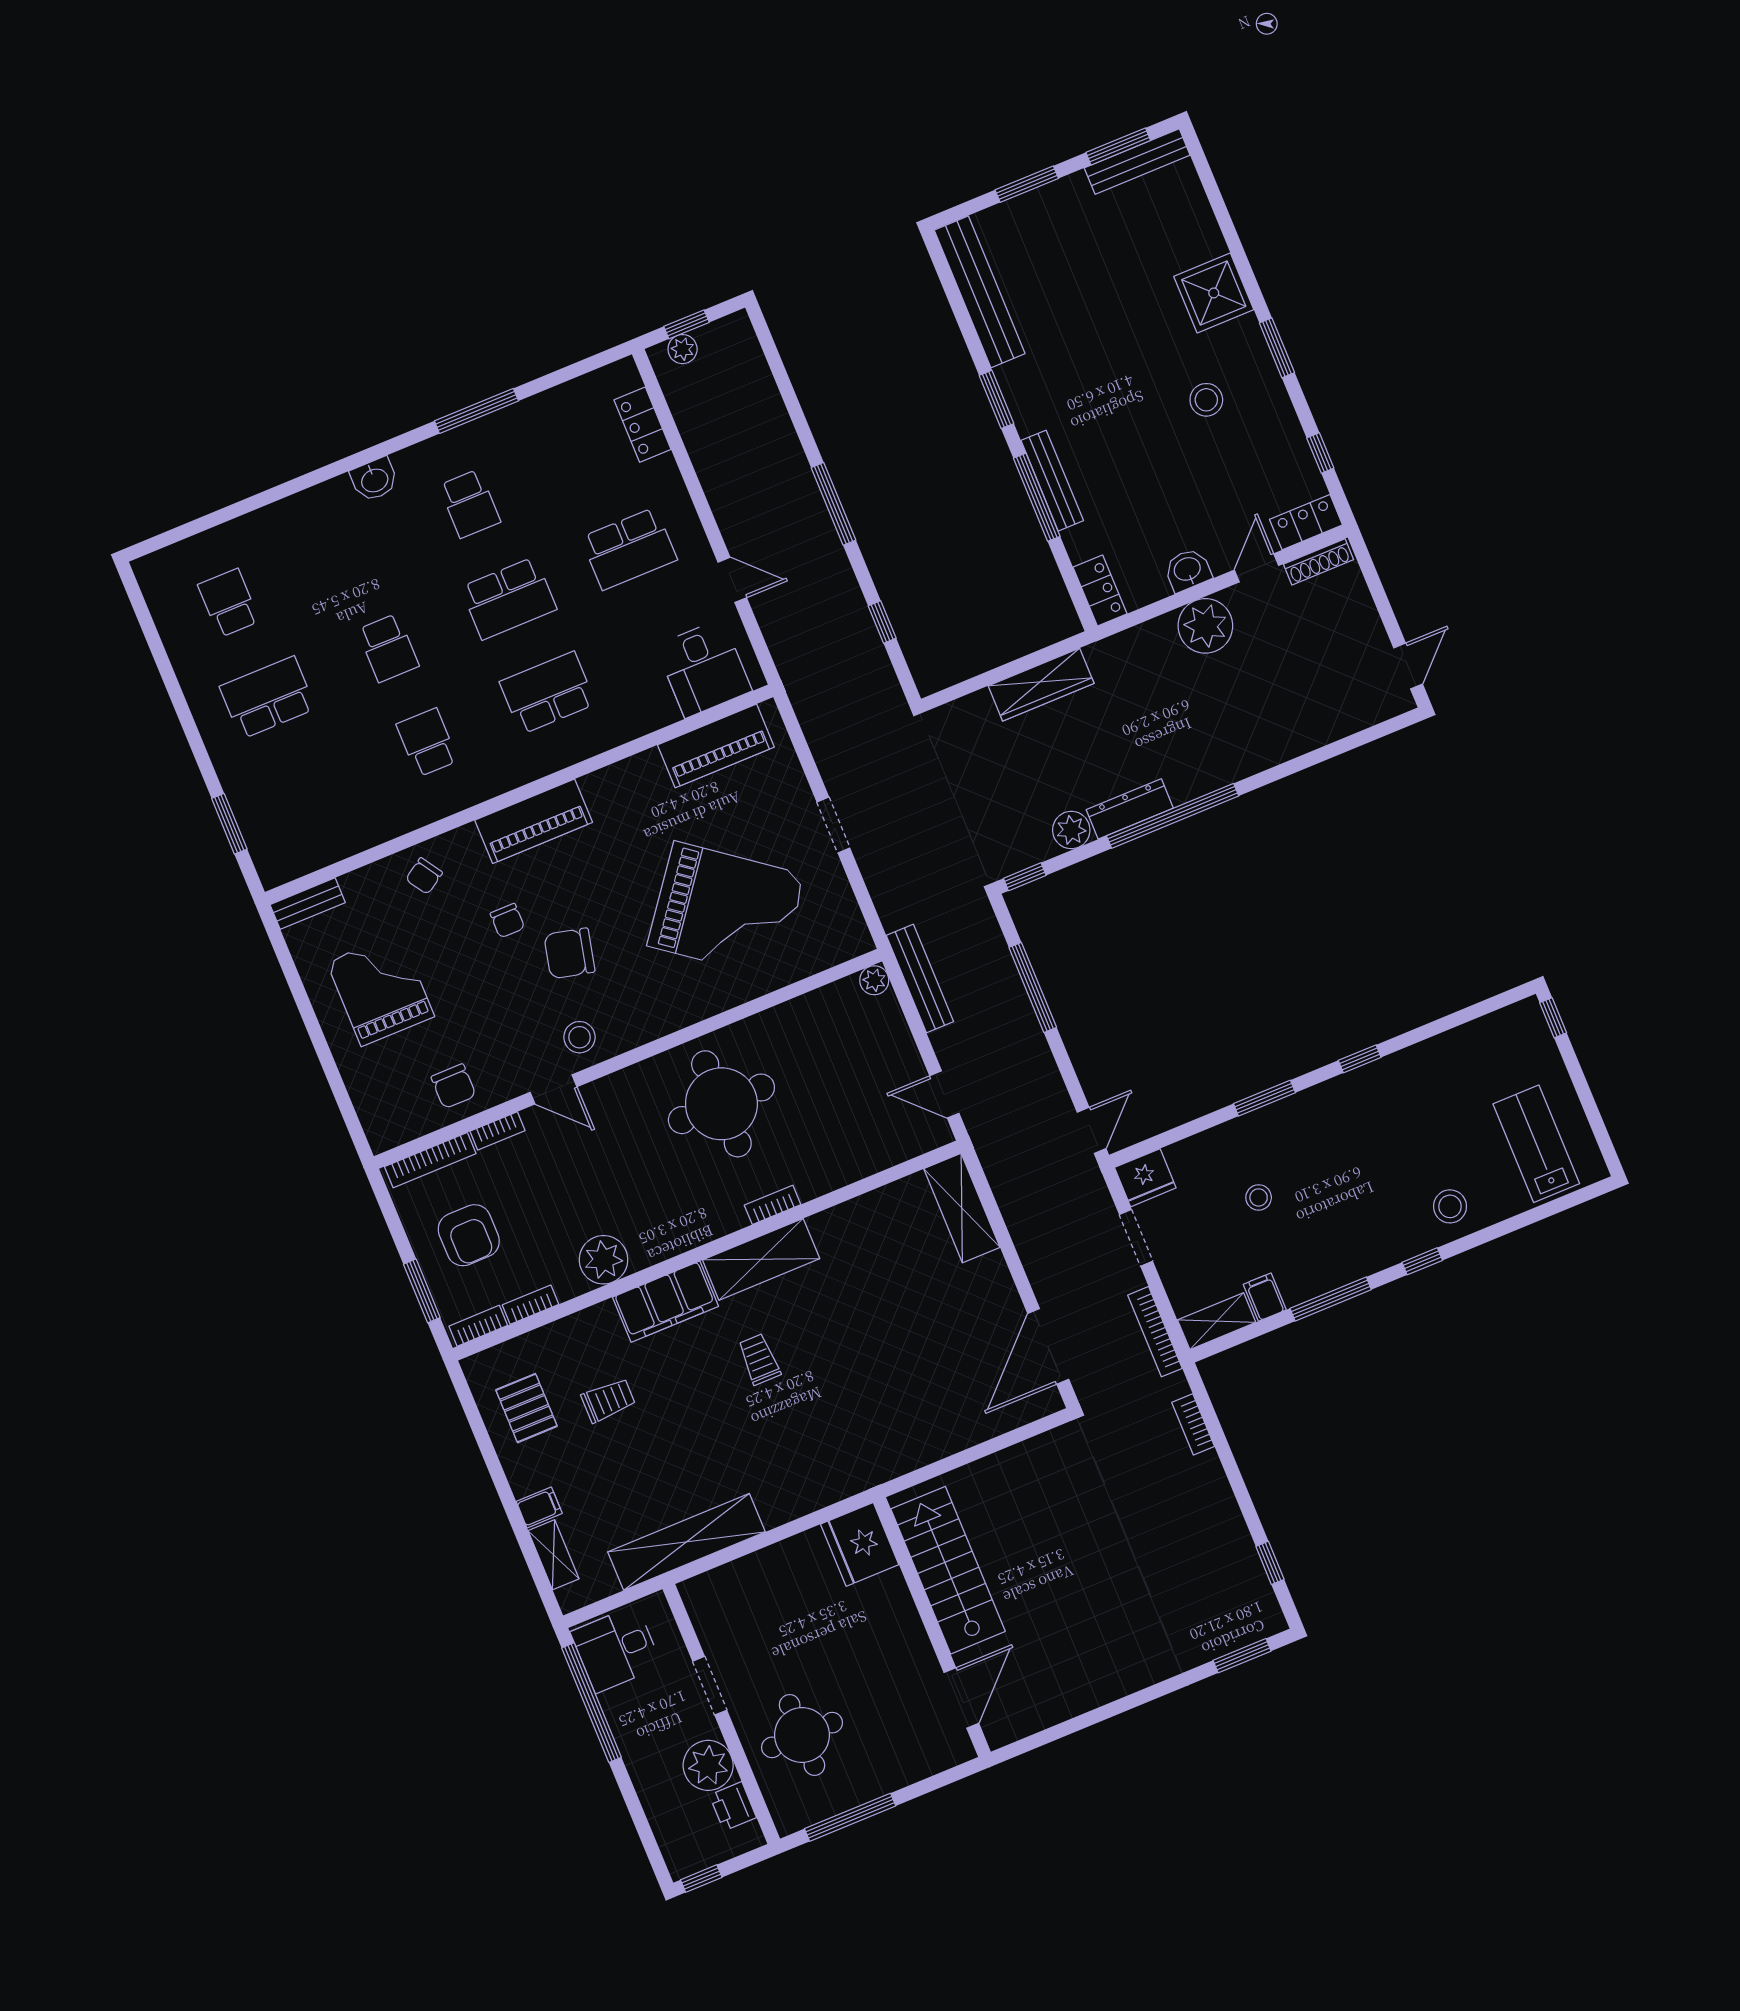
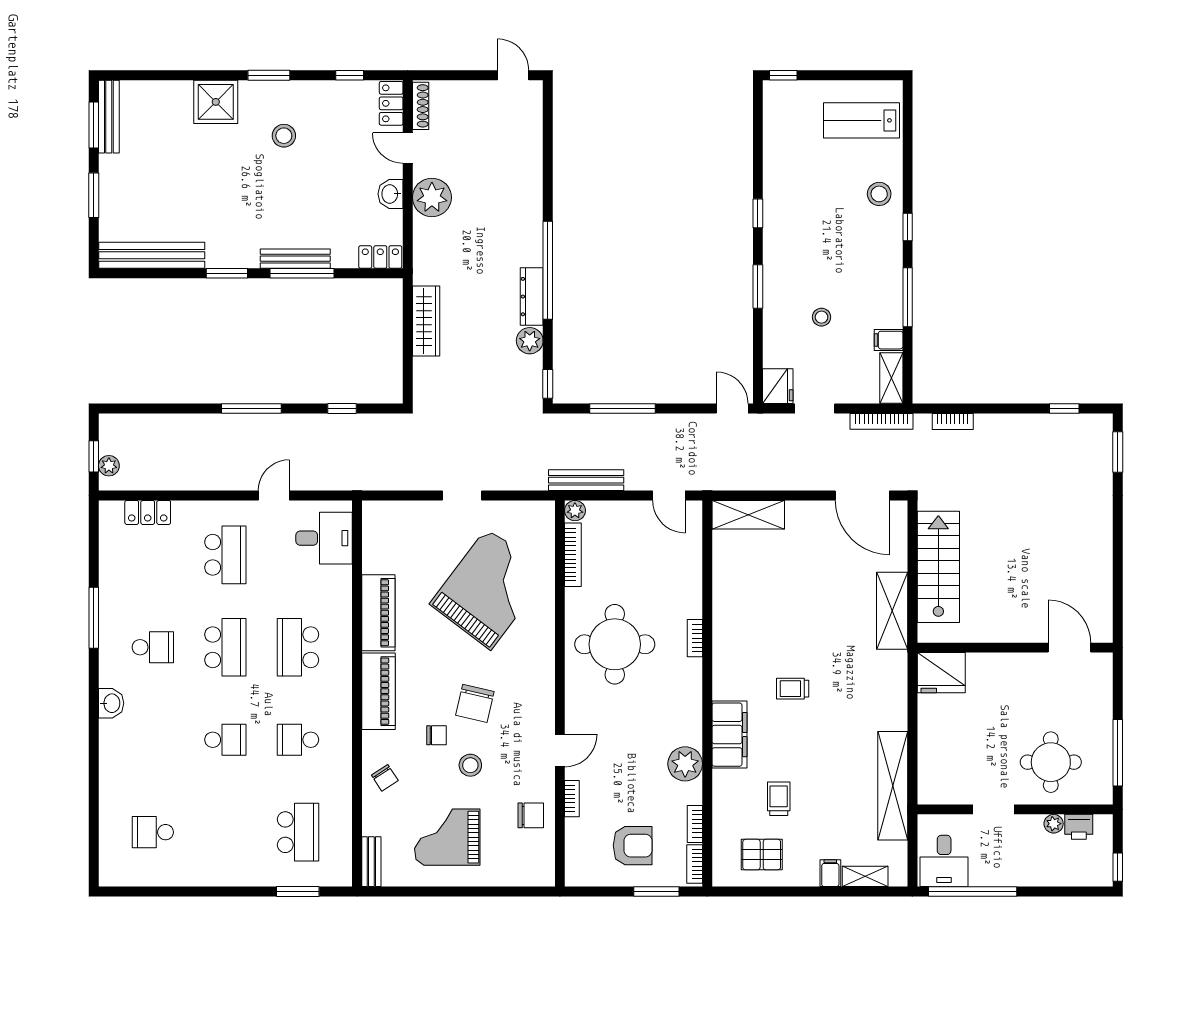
school desk: (268, 698) -> (298, 832), moved, turned 180
piano: (716, 746) -> (378, 613), moved
stool: (580, 1037) -> (470, 765), moved
door: (944, 1094) -> (669, 495), hinge flipped
bookcase: (430, 1160) -> (573, 555), moved
shelving: (761, 1259) -> (892, 611), moved
stairs: (948, 1570) -> (938, 567), moved, turned 90
plant: (708, 1765) -> (1054, 824), width x0.53, depth x0.53

